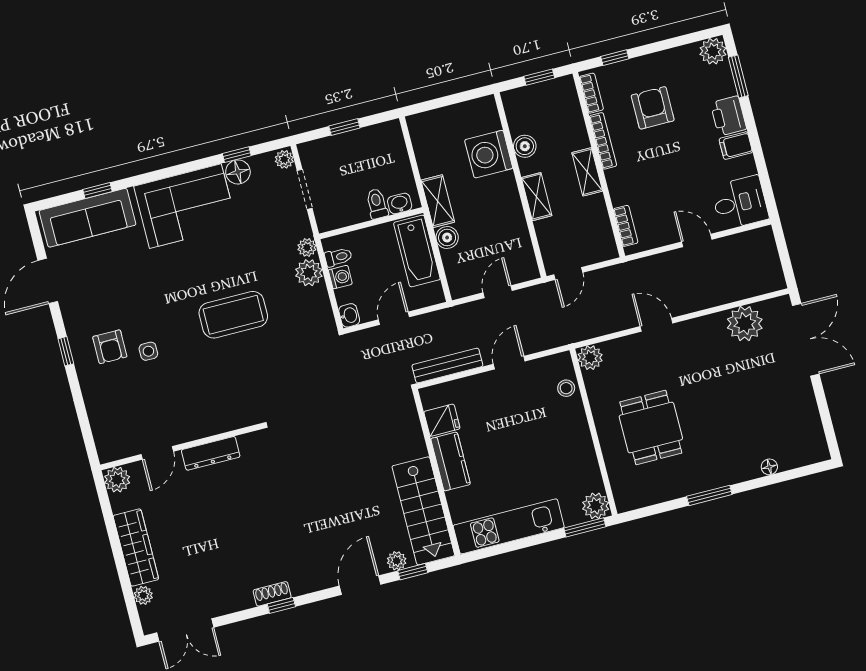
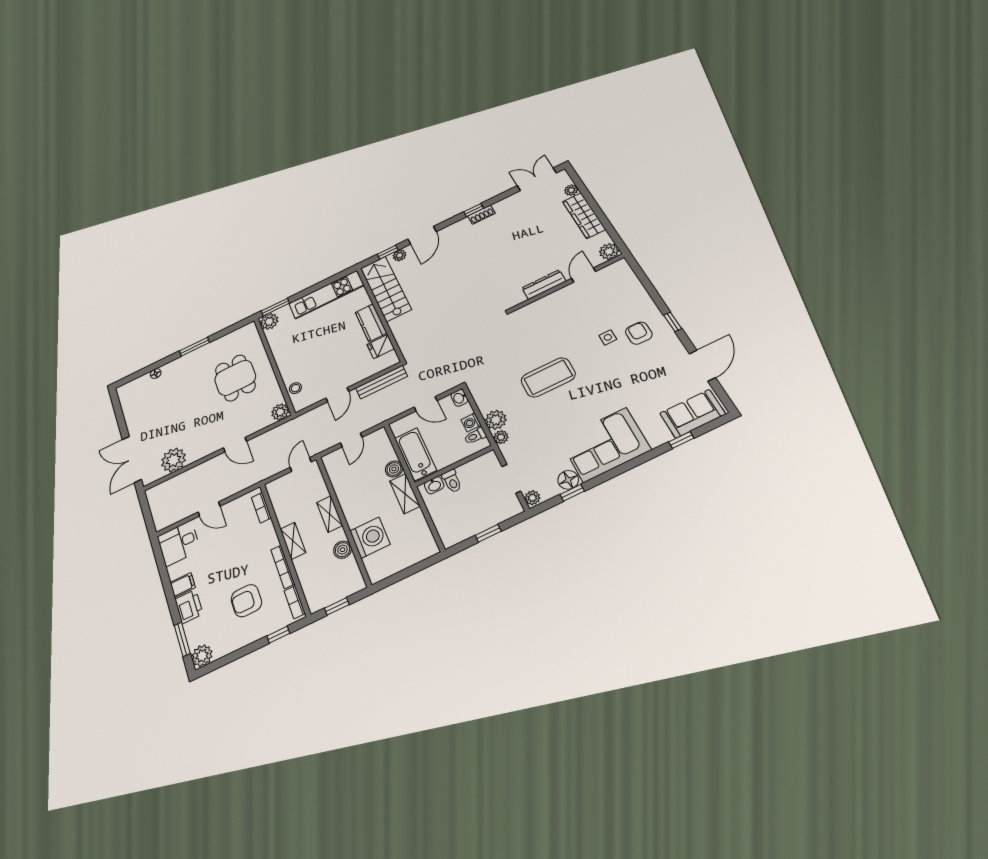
armchair: (653, 108) -> (246, 601), turned 90
sofa: (88, 218) -> (693, 414), width x0.73
door: (394, 318) -> (426, 404), hinge flipped

